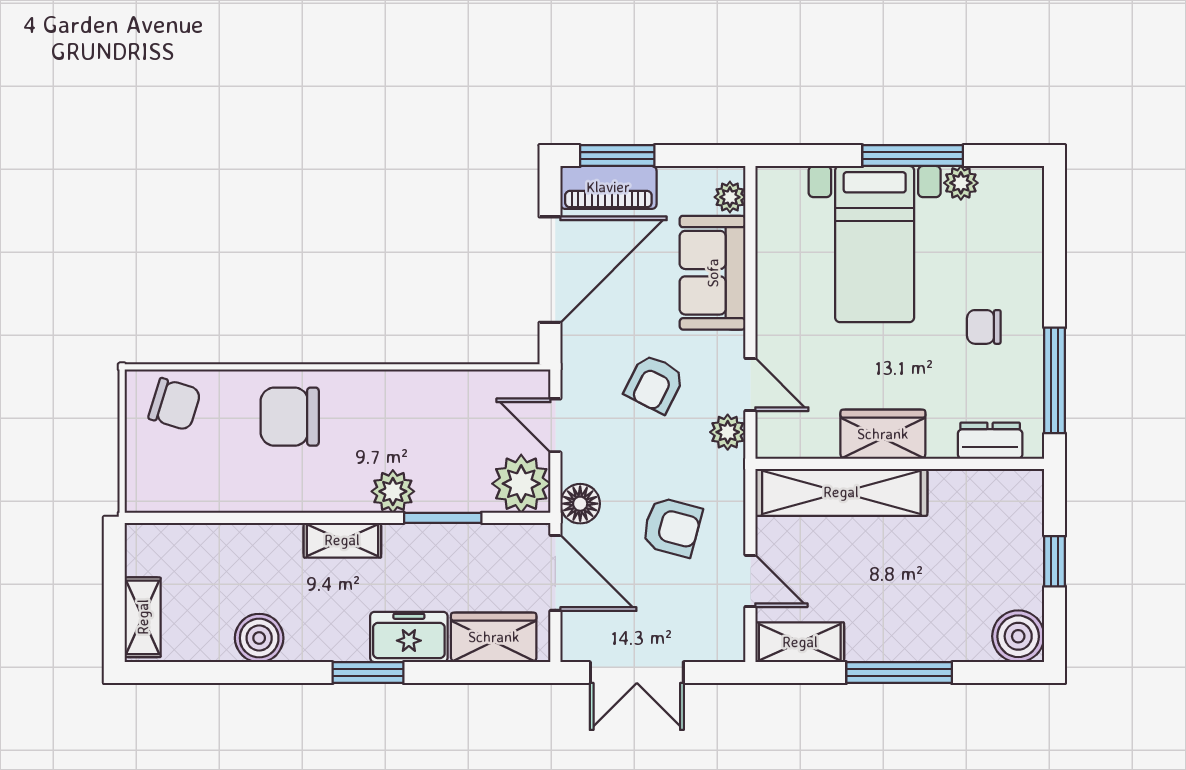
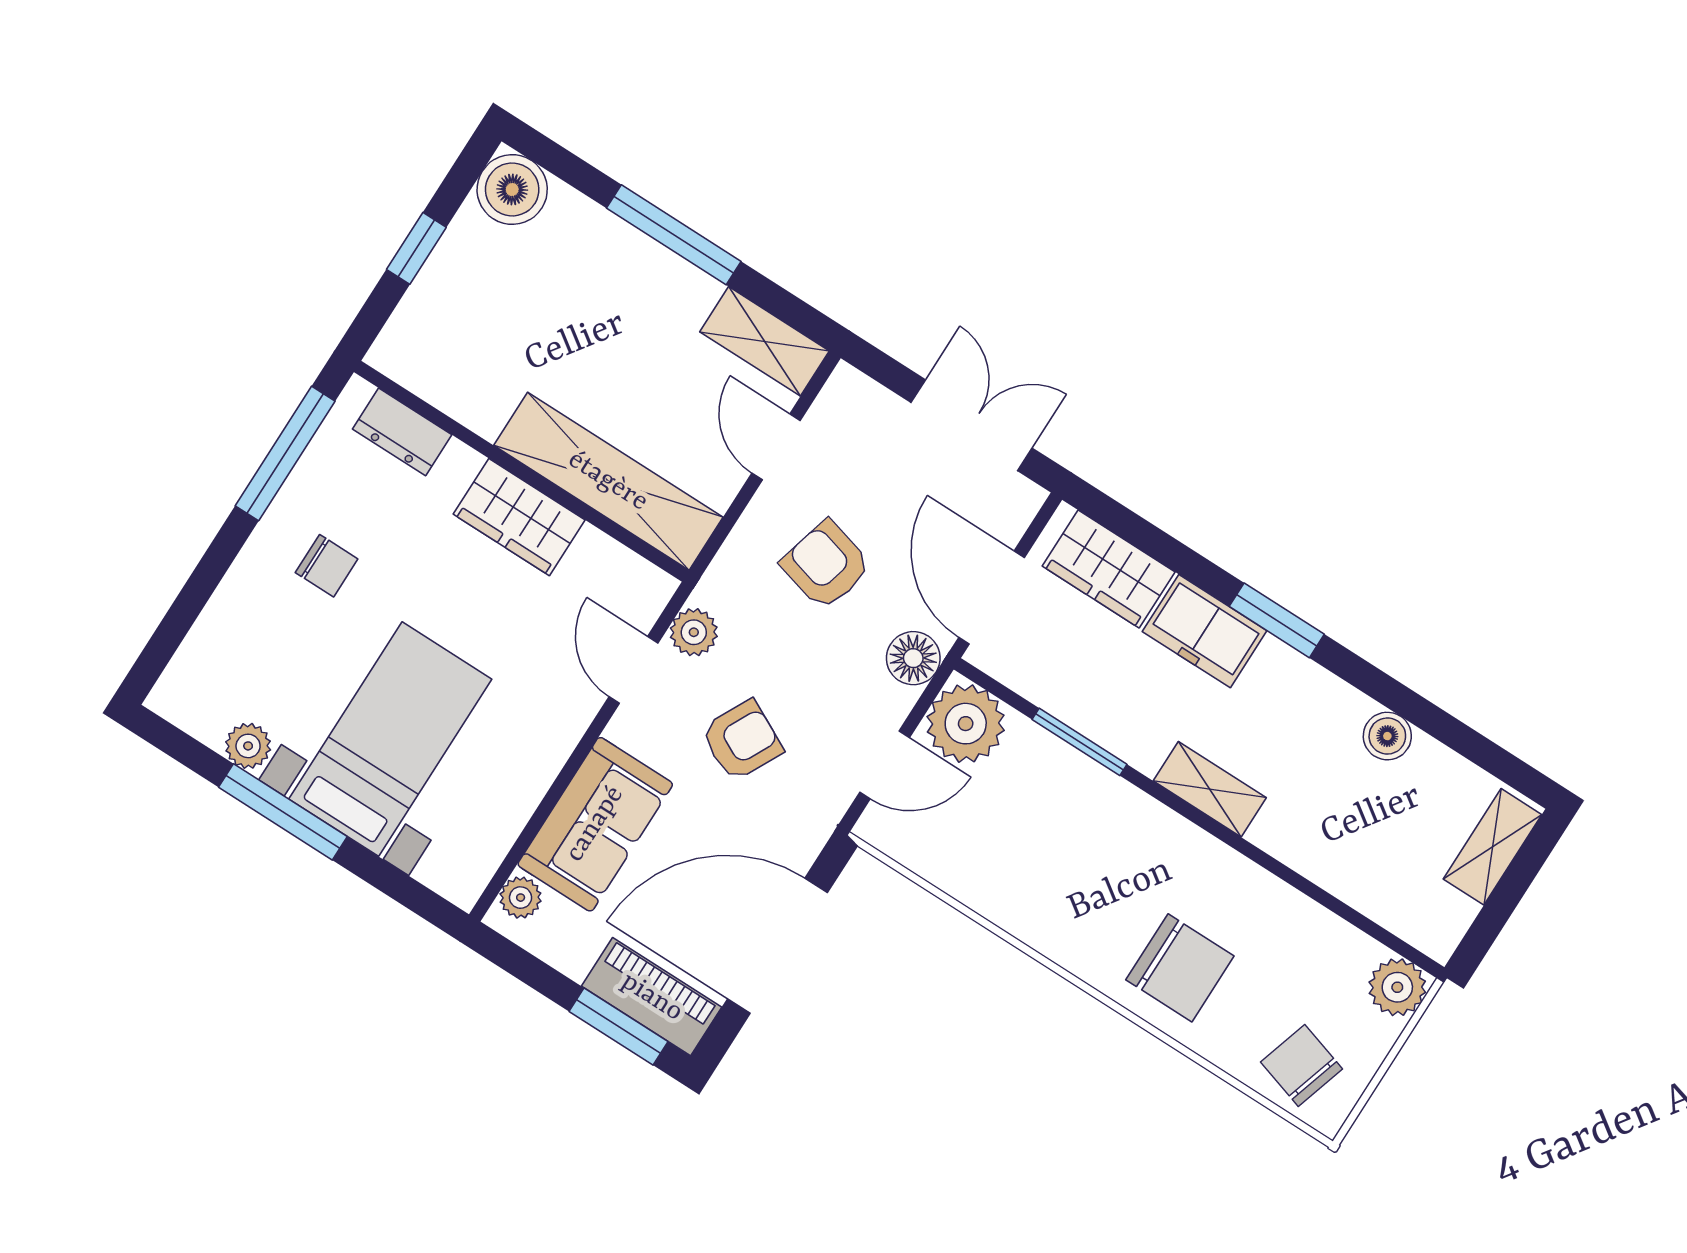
door: (555, 425) -> (885, 765), hinge flipped
plant: (393, 491) -> (1397, 987), moved
boiler: (259, 638) -> (1387, 736), width x0.73, depth x0.73

